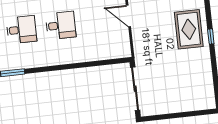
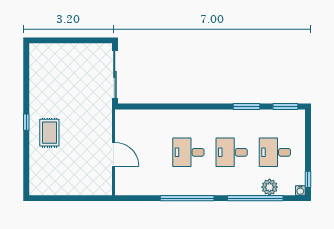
rug: (189, 29) -> (49, 133), width x0.73, depth x0.70

